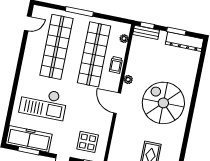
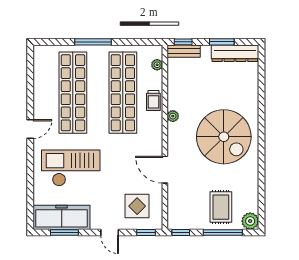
door: (28, 23) -> (30, 129), moved
checkout: (43, 103) -> (71, 168), turned 180
door: (117, 103) -> (165, 170), moved
spiral stairs: (163, 103) -> (224, 137), turned 180

